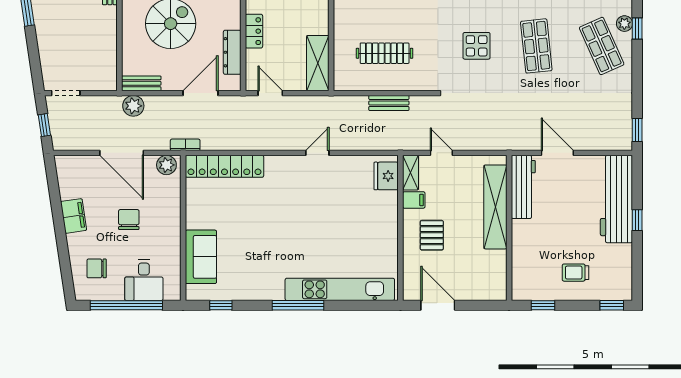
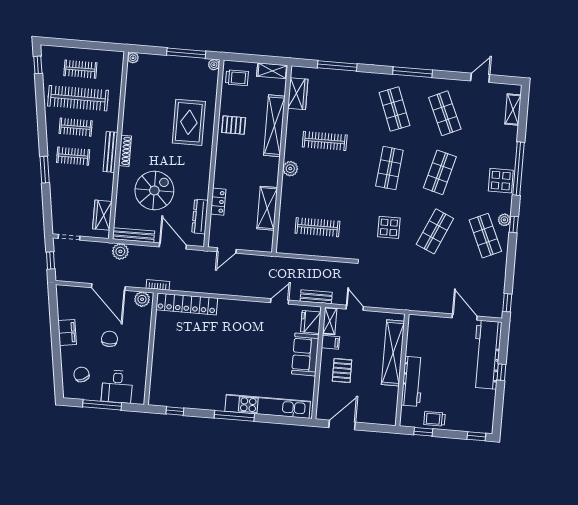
shop shelf: (536, 46) -> (435, 231), turned 30
wardrobe: (106, 61) -> (102, 215), added
shelving: (318, 63) -> (267, 208), moved
bench: (141, 83) -> (133, 235), width x1.36
door: (200, 93) -> (173, 246), hinge flipped
door: (270, 93) -> (227, 250), swing flipped
bench: (389, 103) -> (316, 297), moved
door: (317, 153) -> (280, 301), moved
door: (557, 153) -> (465, 317), moved
workbench: (523, 187) -> (412, 381), moved
sofa: (201, 257) -> (305, 354), moved, turned 180
chair: (97, 268) -> (81, 374), turned 64
trolley: (576, 273) -> (434, 419), moved
window: (126, 305) -> (102, 405), width x0.68
door: (438, 305) -> (342, 425), hinge flipped

